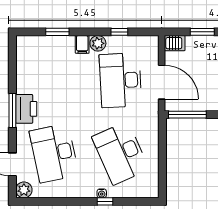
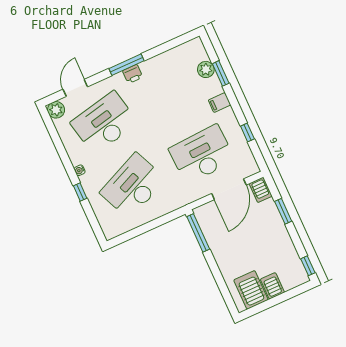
plant: (98, 43) -> (206, 69), moved
door: (162, 82) -> (229, 189), moved
printer: (26, 109) -> (133, 74), width x0.53, depth x0.68
water cooler: (102, 193) -> (80, 170), moved

